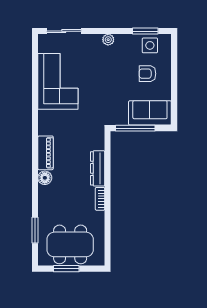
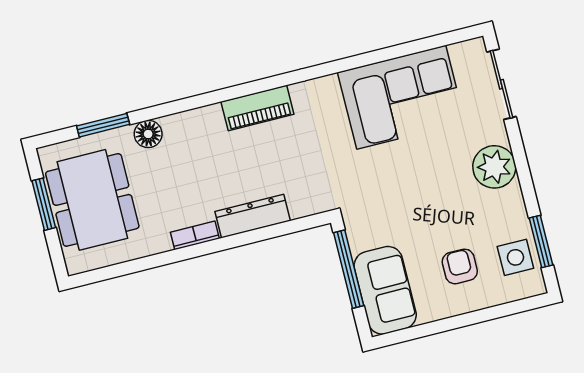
plant: (108, 40) -> (494, 167), width x1.88, depth x1.88
floor lamp: (45, 178) -> (148, 134), moved

